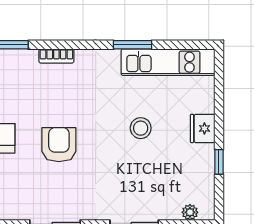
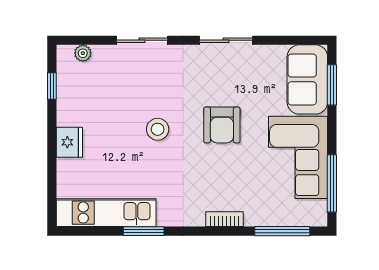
stool: (141, 128) -> (158, 129), moved
window: (219, 162) -> (52, 86), moved

